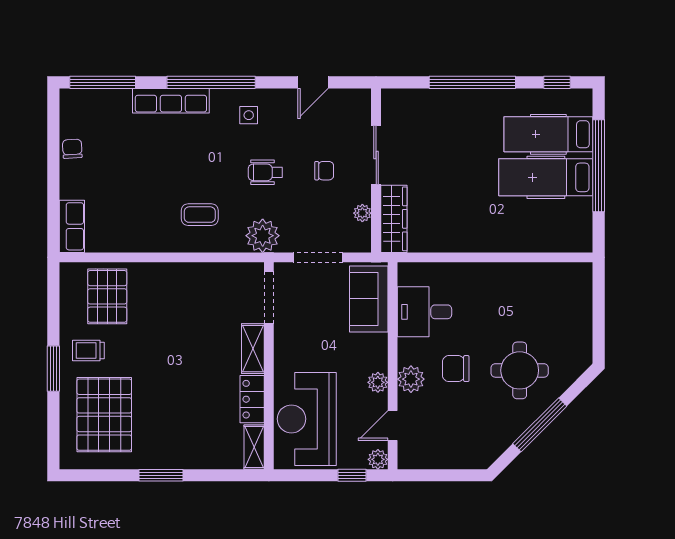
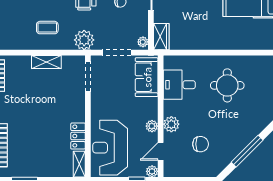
plant: (362, 213) -> (143, 42), moved
wardrobe: (394, 219) -> (161, 37), width x0.67
shelving: (253, 349) -> (46, 62), moved, turned 90
chair: (456, 369) -> (201, 144), moved, turned 180
round table: (520, 370) -> (227, 85), moved

